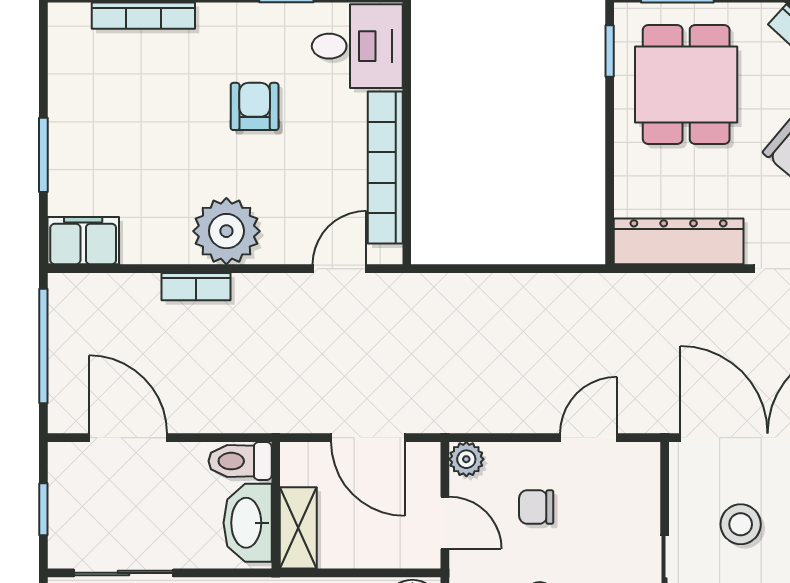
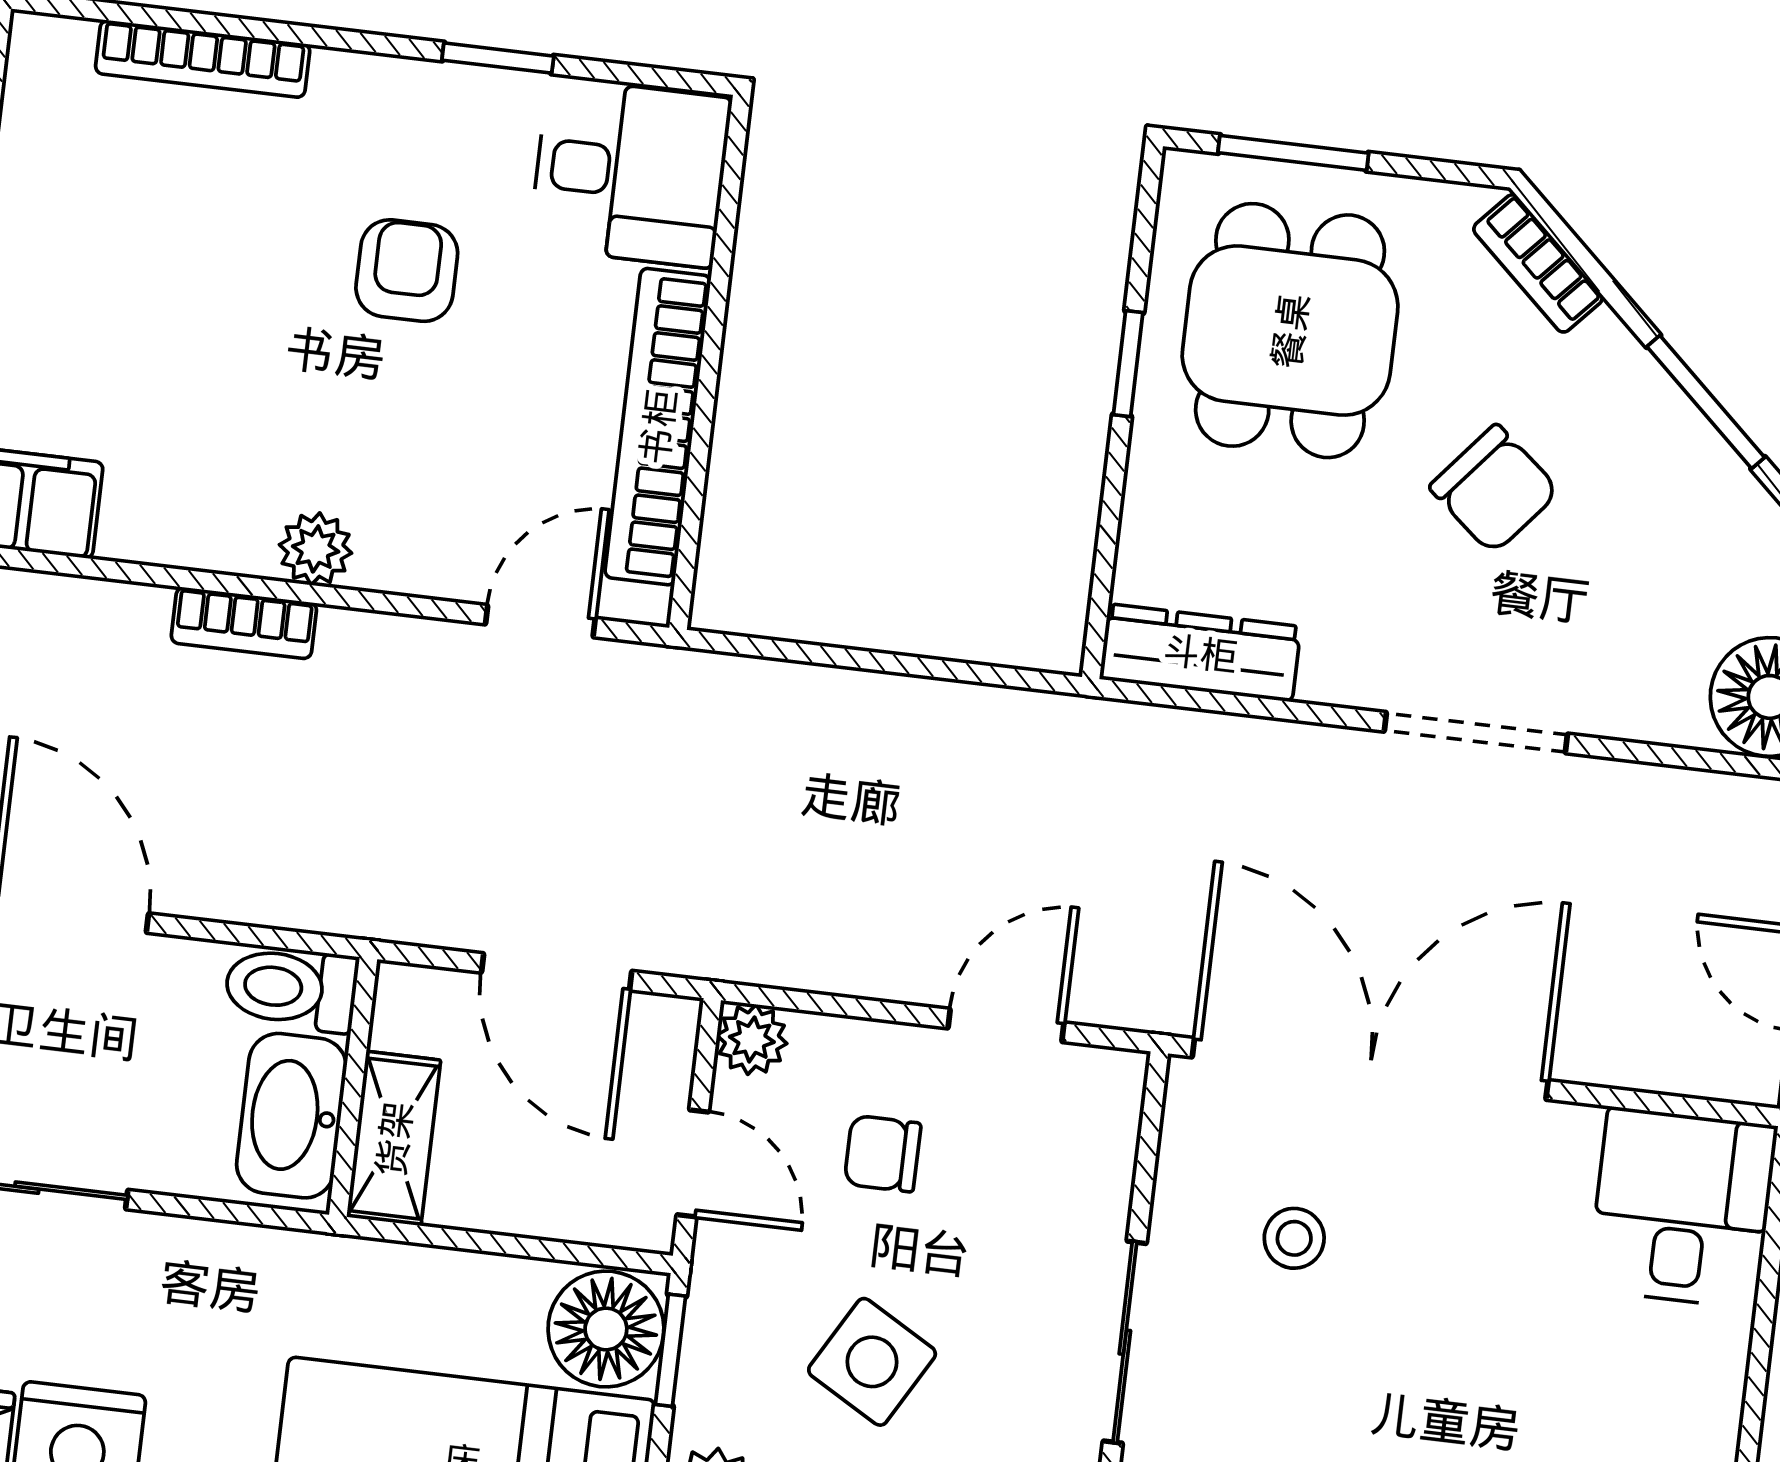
window: (610, 51) -> (1128, 364), moved
plant: (226, 231) -> (316, 549), width x0.53, depth x0.53
dresser: (679, 241) -> (1200, 653), width x0.73, depth x0.80
stool: (741, 524) -> (1294, 1238), width x0.73, depth x0.73

